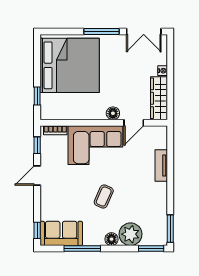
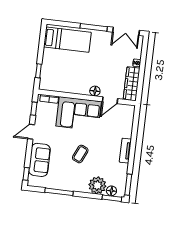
bed: (70, 65) -> (67, 40), width x0.49
tv unit: (161, 166) -> (125, 151), moved
sofa: (61, 233) -> (40, 160), moved, turned 90
floor lamp: (111, 239) -> (111, 191), moved

